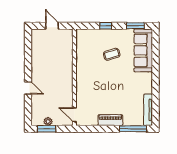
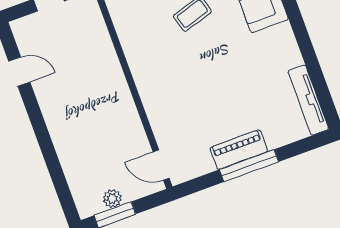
door: (28, 88) -> (19, 71), moved
window: (133, 129) -> (249, 166), moved

